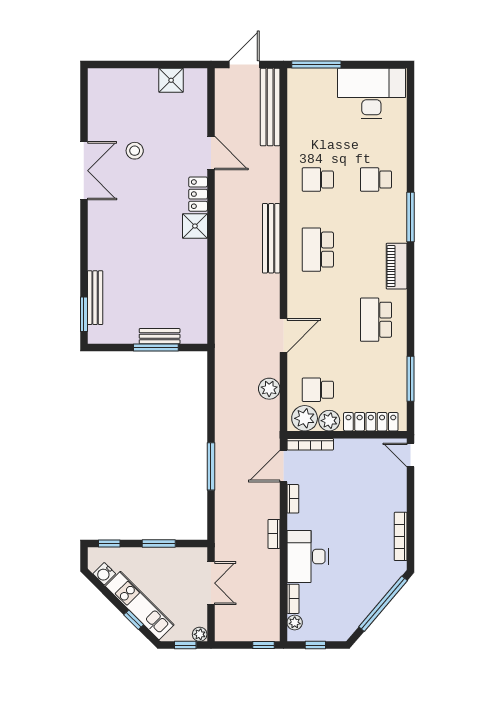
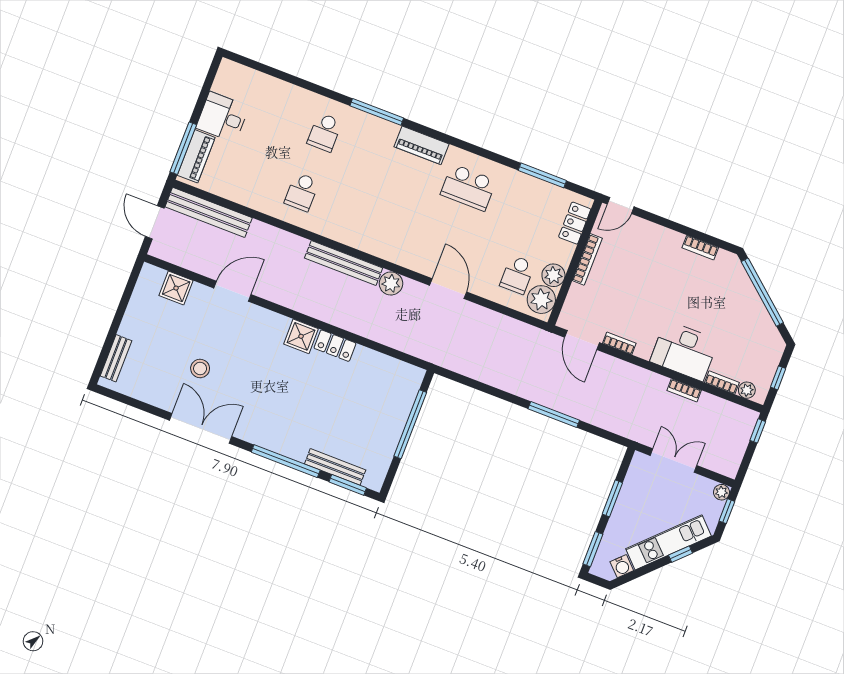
piano: (314, 78) -> (196, 156), added
shower: (171, 80) -> (176, 288), moved
desk: (371, 94) -> (222, 117), width x0.53, depth x0.77
locker: (198, 194) -> (335, 346), moved
school desk: (318, 250) -> (374, 220), removed
window: (84, 254) -> (286, 461), added
bench: (160, 336) -> (116, 358), moved
window: (156, 348) -> (410, 424), width x1.46
plant: (269, 389) -> (391, 283), moved
locker: (371, 422) -> (575, 223), width x0.66
bookcase: (310, 444) -> (587, 259), moved
bookcase: (274, 534) -> (684, 390), moved
bookcase: (401, 536) -> (700, 248), width x0.64
window: (109, 544) -> (593, 549), width x1.50

